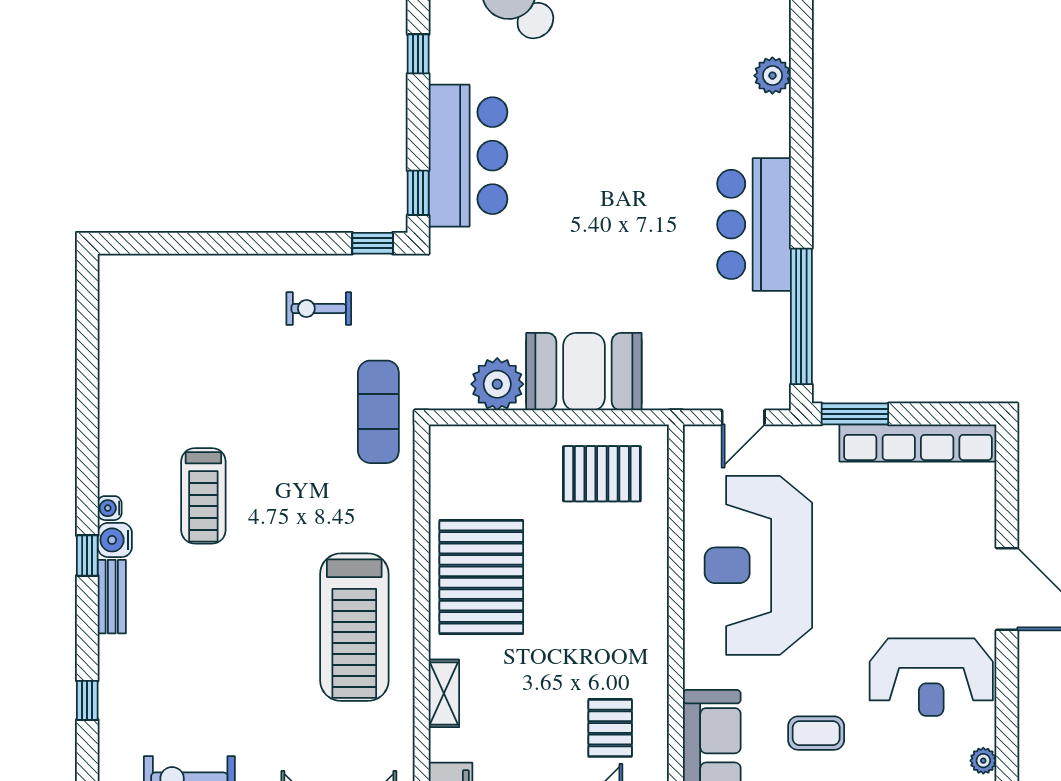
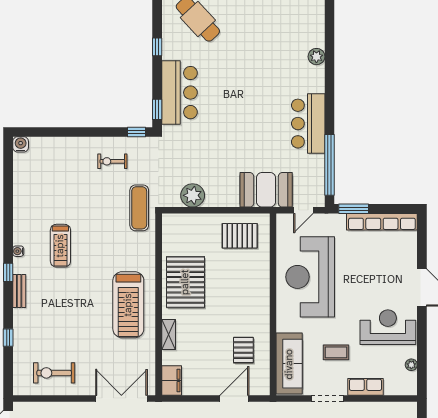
booth: (584, 372) -> (266, 190), moved
water cooler: (115, 540) -> (21, 144), moved, turned 90
reception desk: (931, 677) -> (388, 327), turned 180

